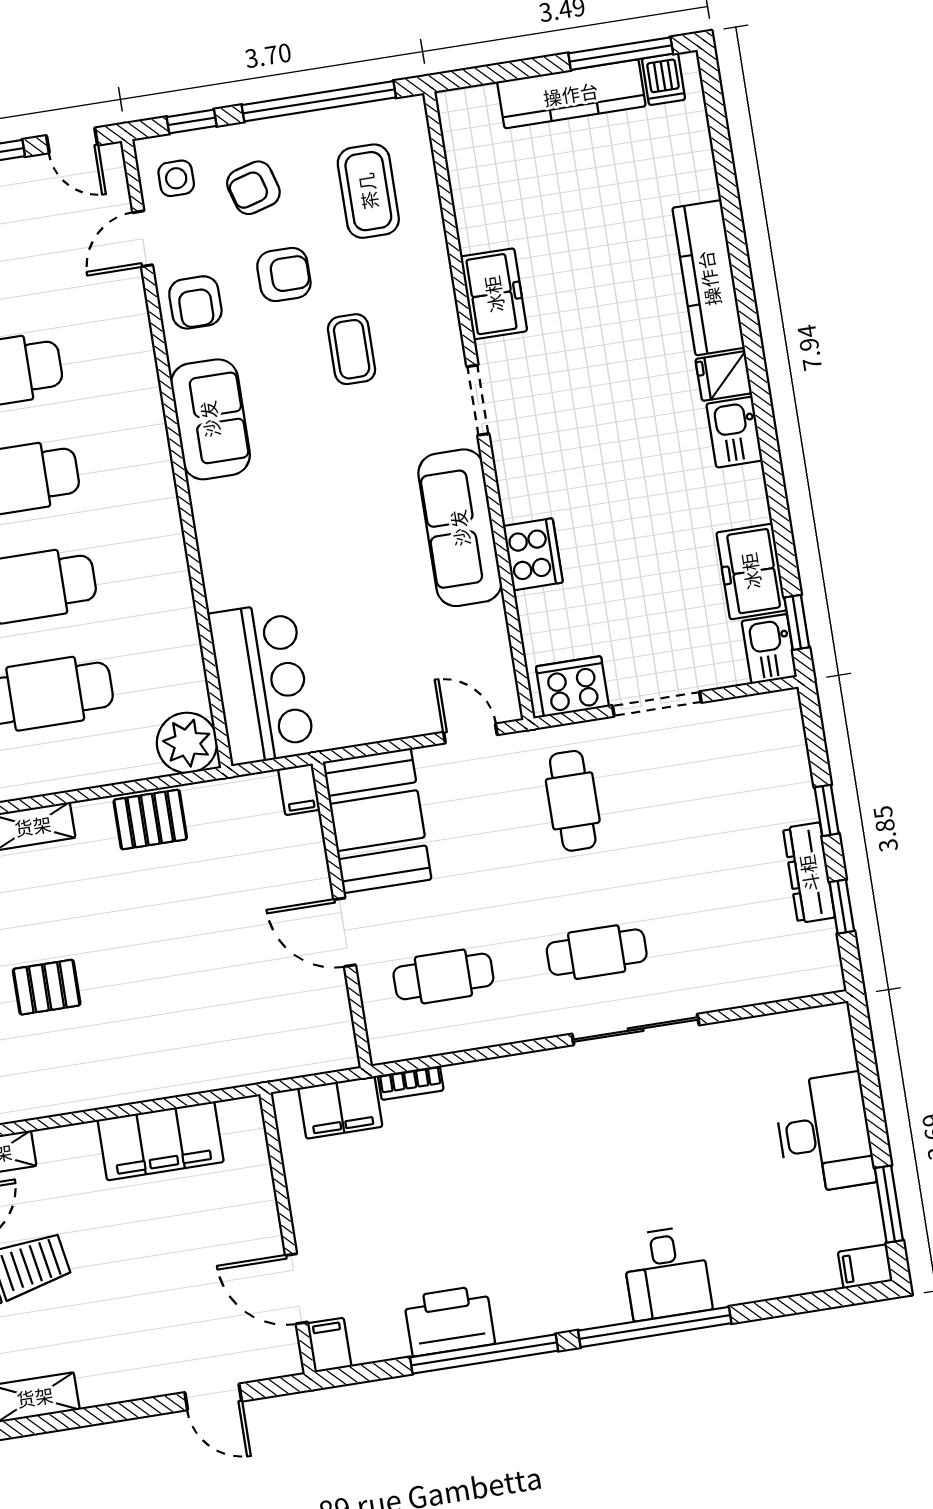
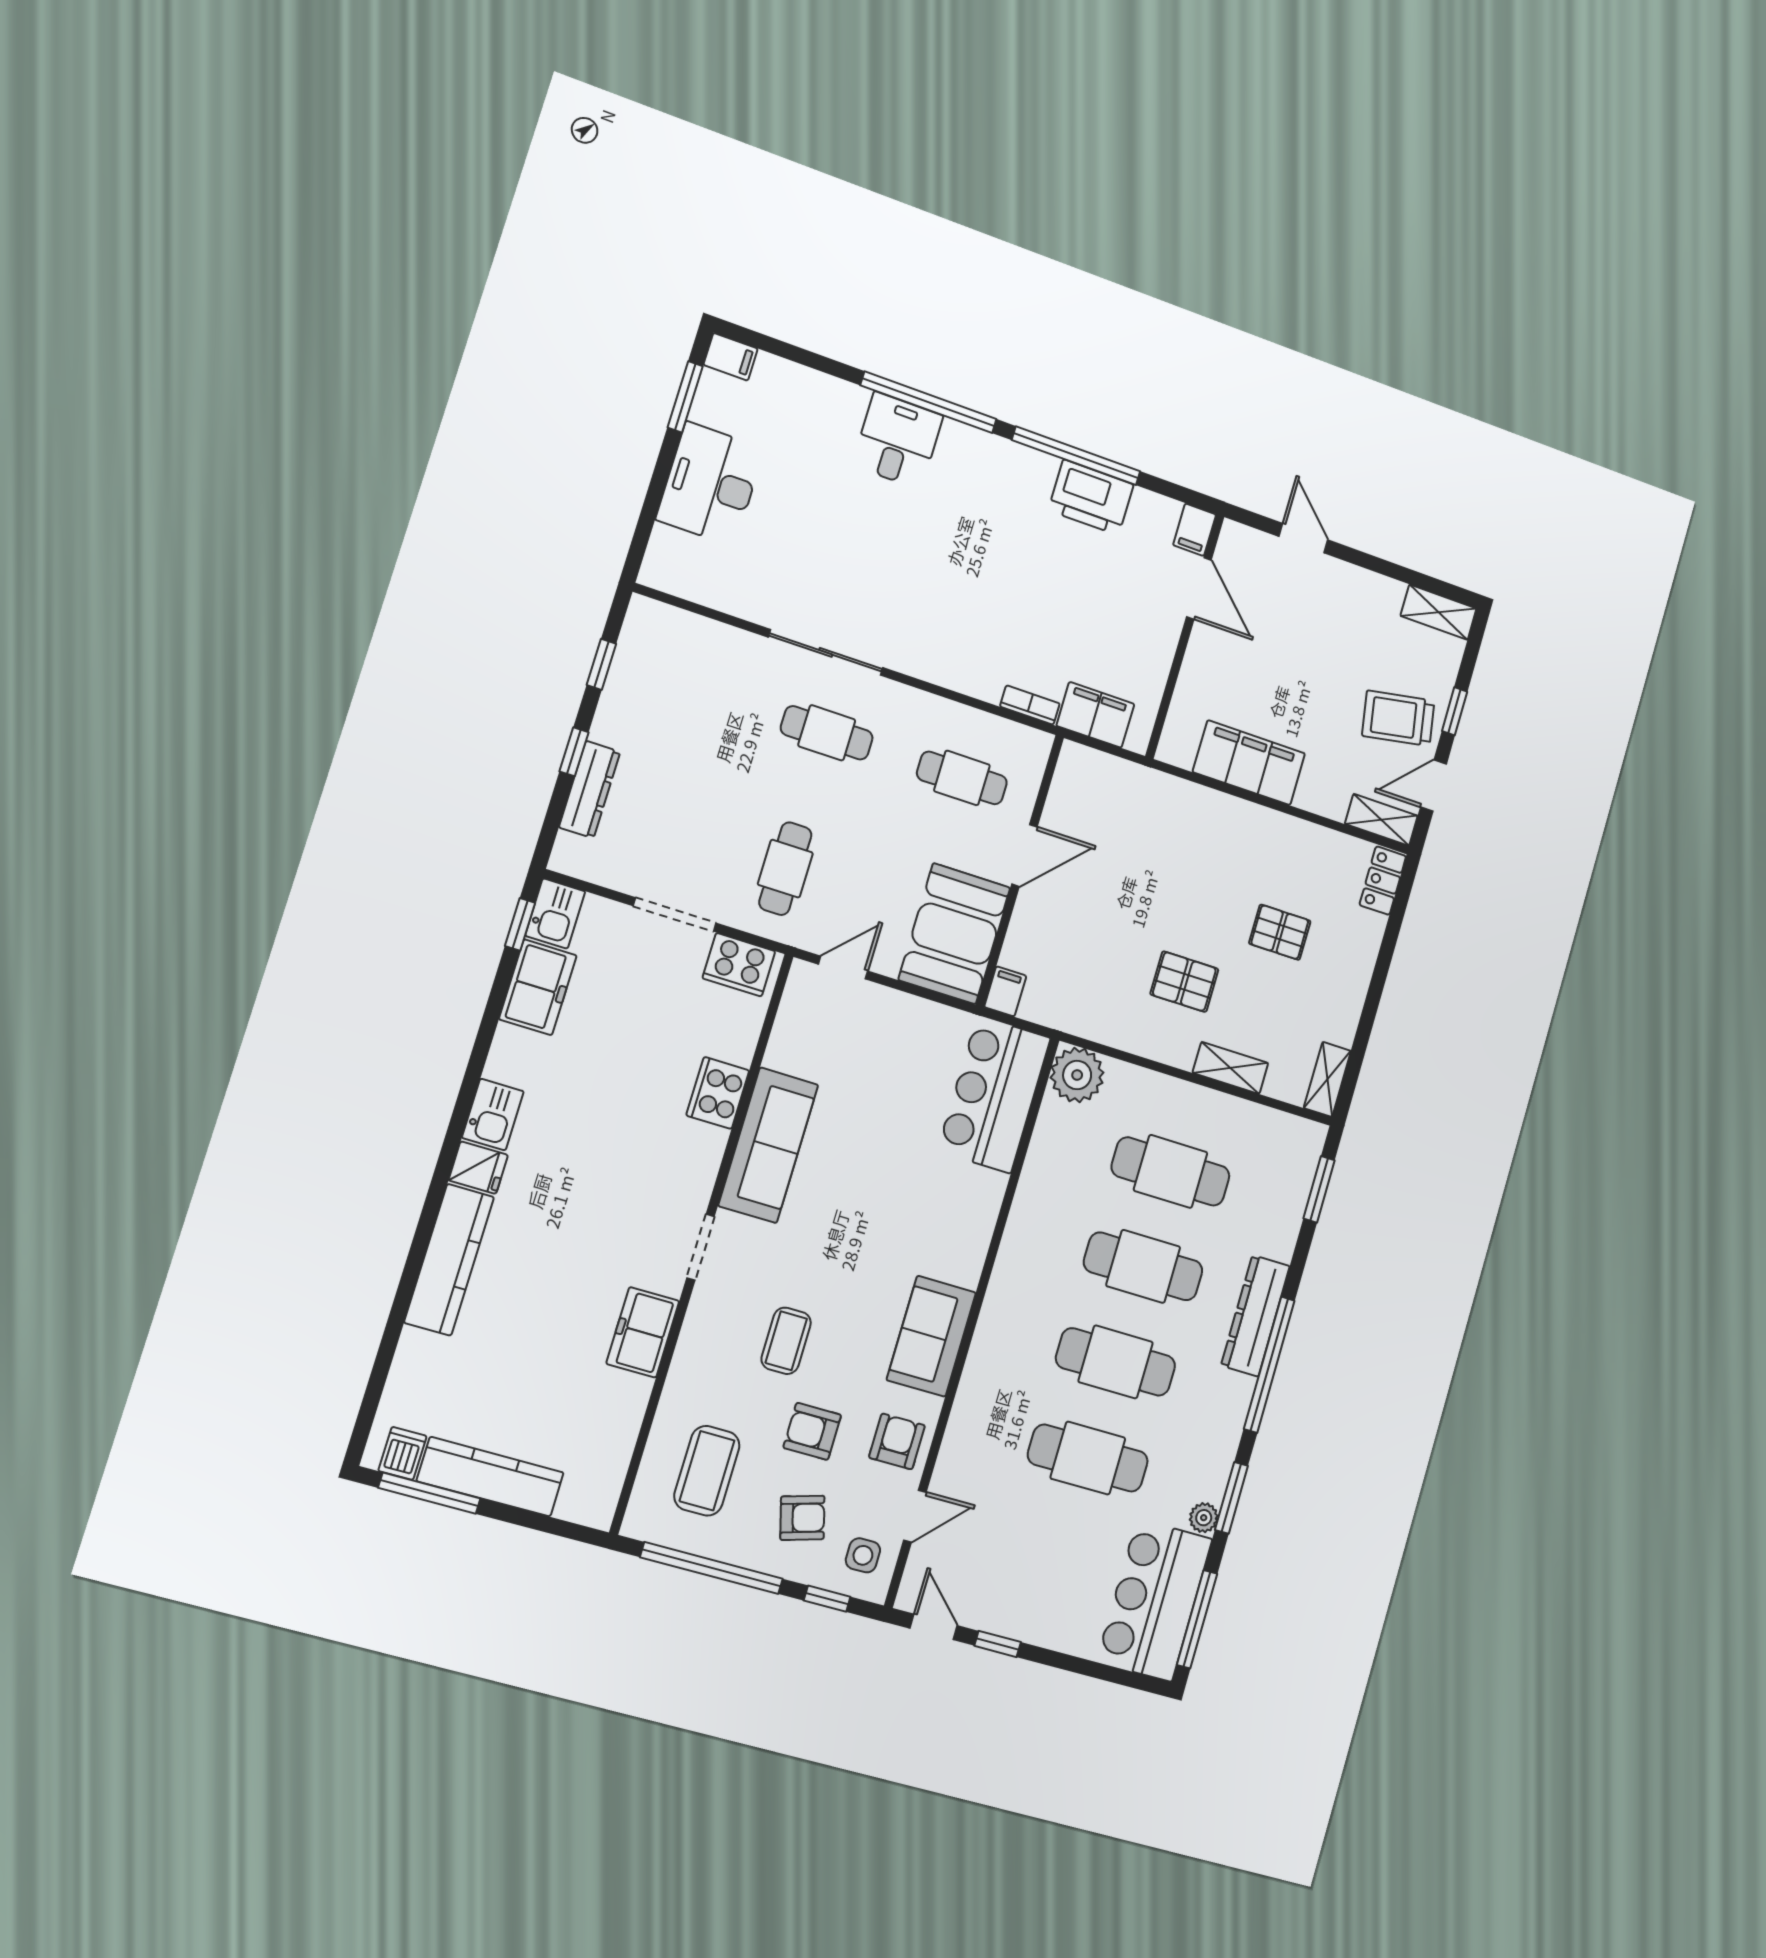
door: (470, 733) -> (843, 968), swing flipped
pallet: (150, 819) -> (1184, 982), moved
dresser: (809, 873) -> (590, 790), moved
door: (345, 932) -> (1024, 855), hinge flipped

